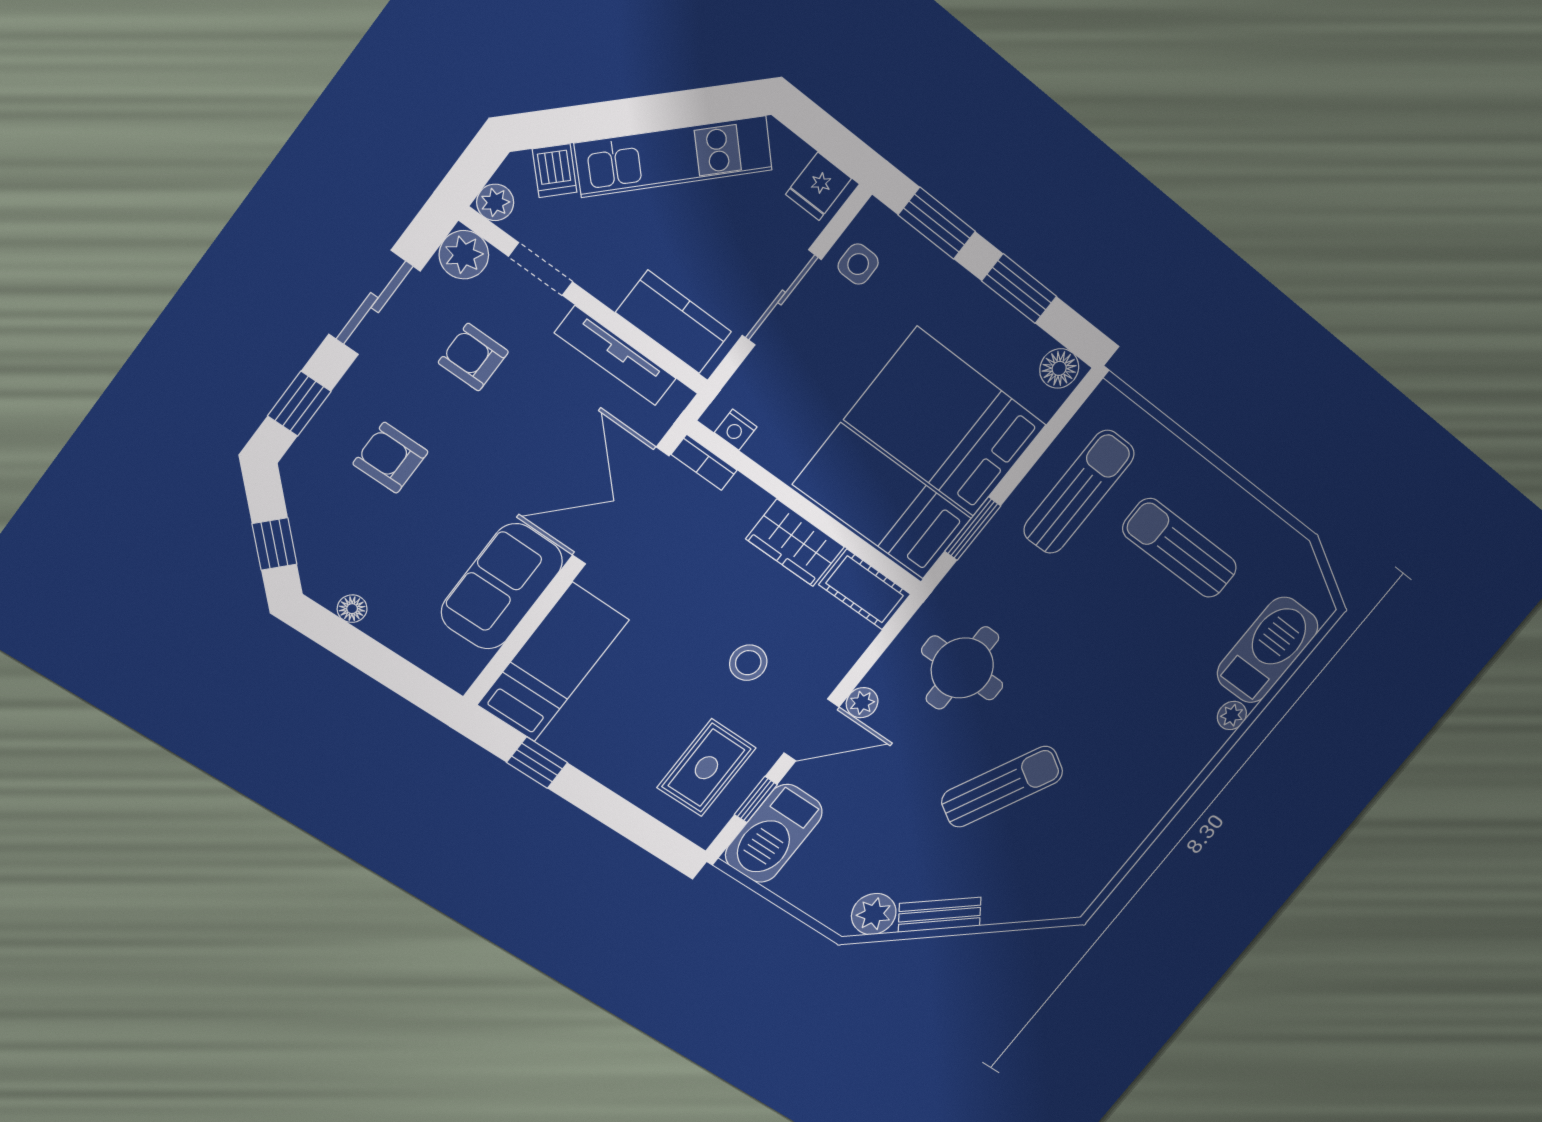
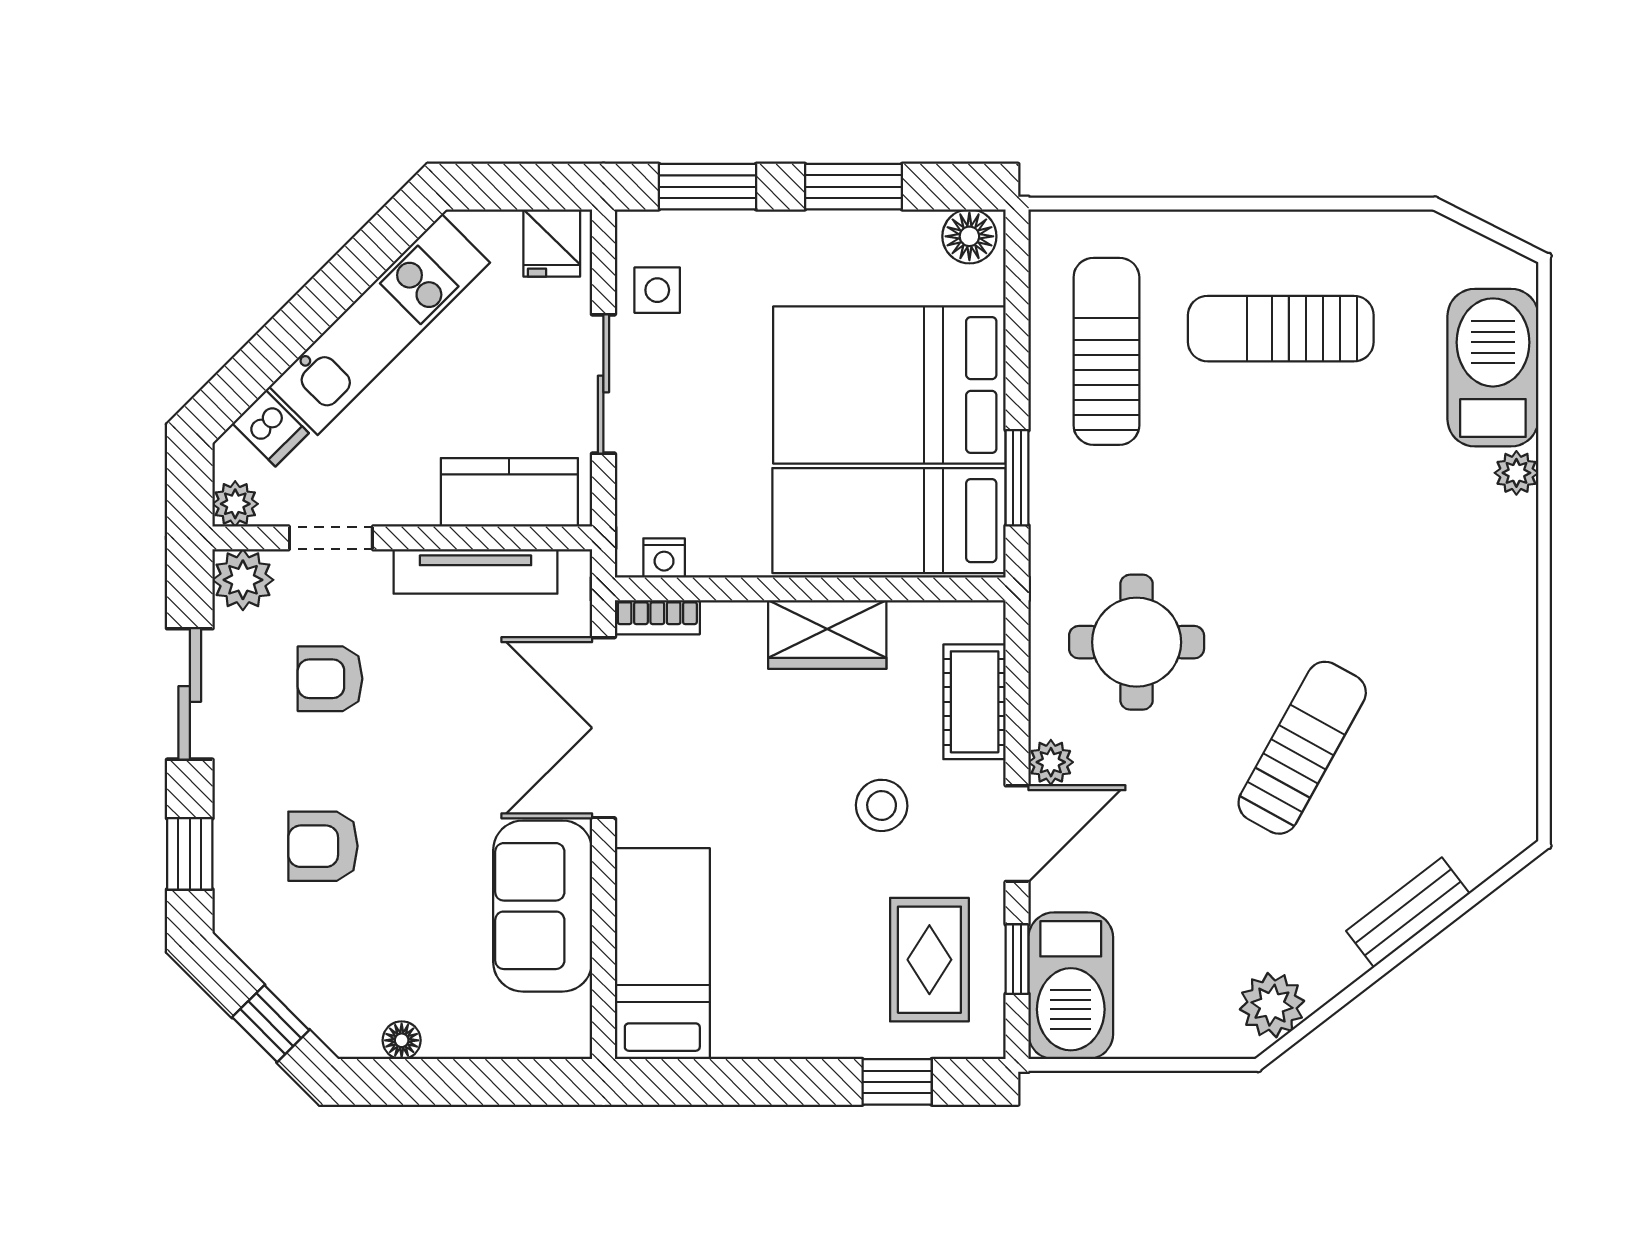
cot: (865, 589) -> (975, 702), moved, turned 90
window: (537, 763) -> (897, 1082), moved
bench: (940, 915) -> (1408, 912), moved

